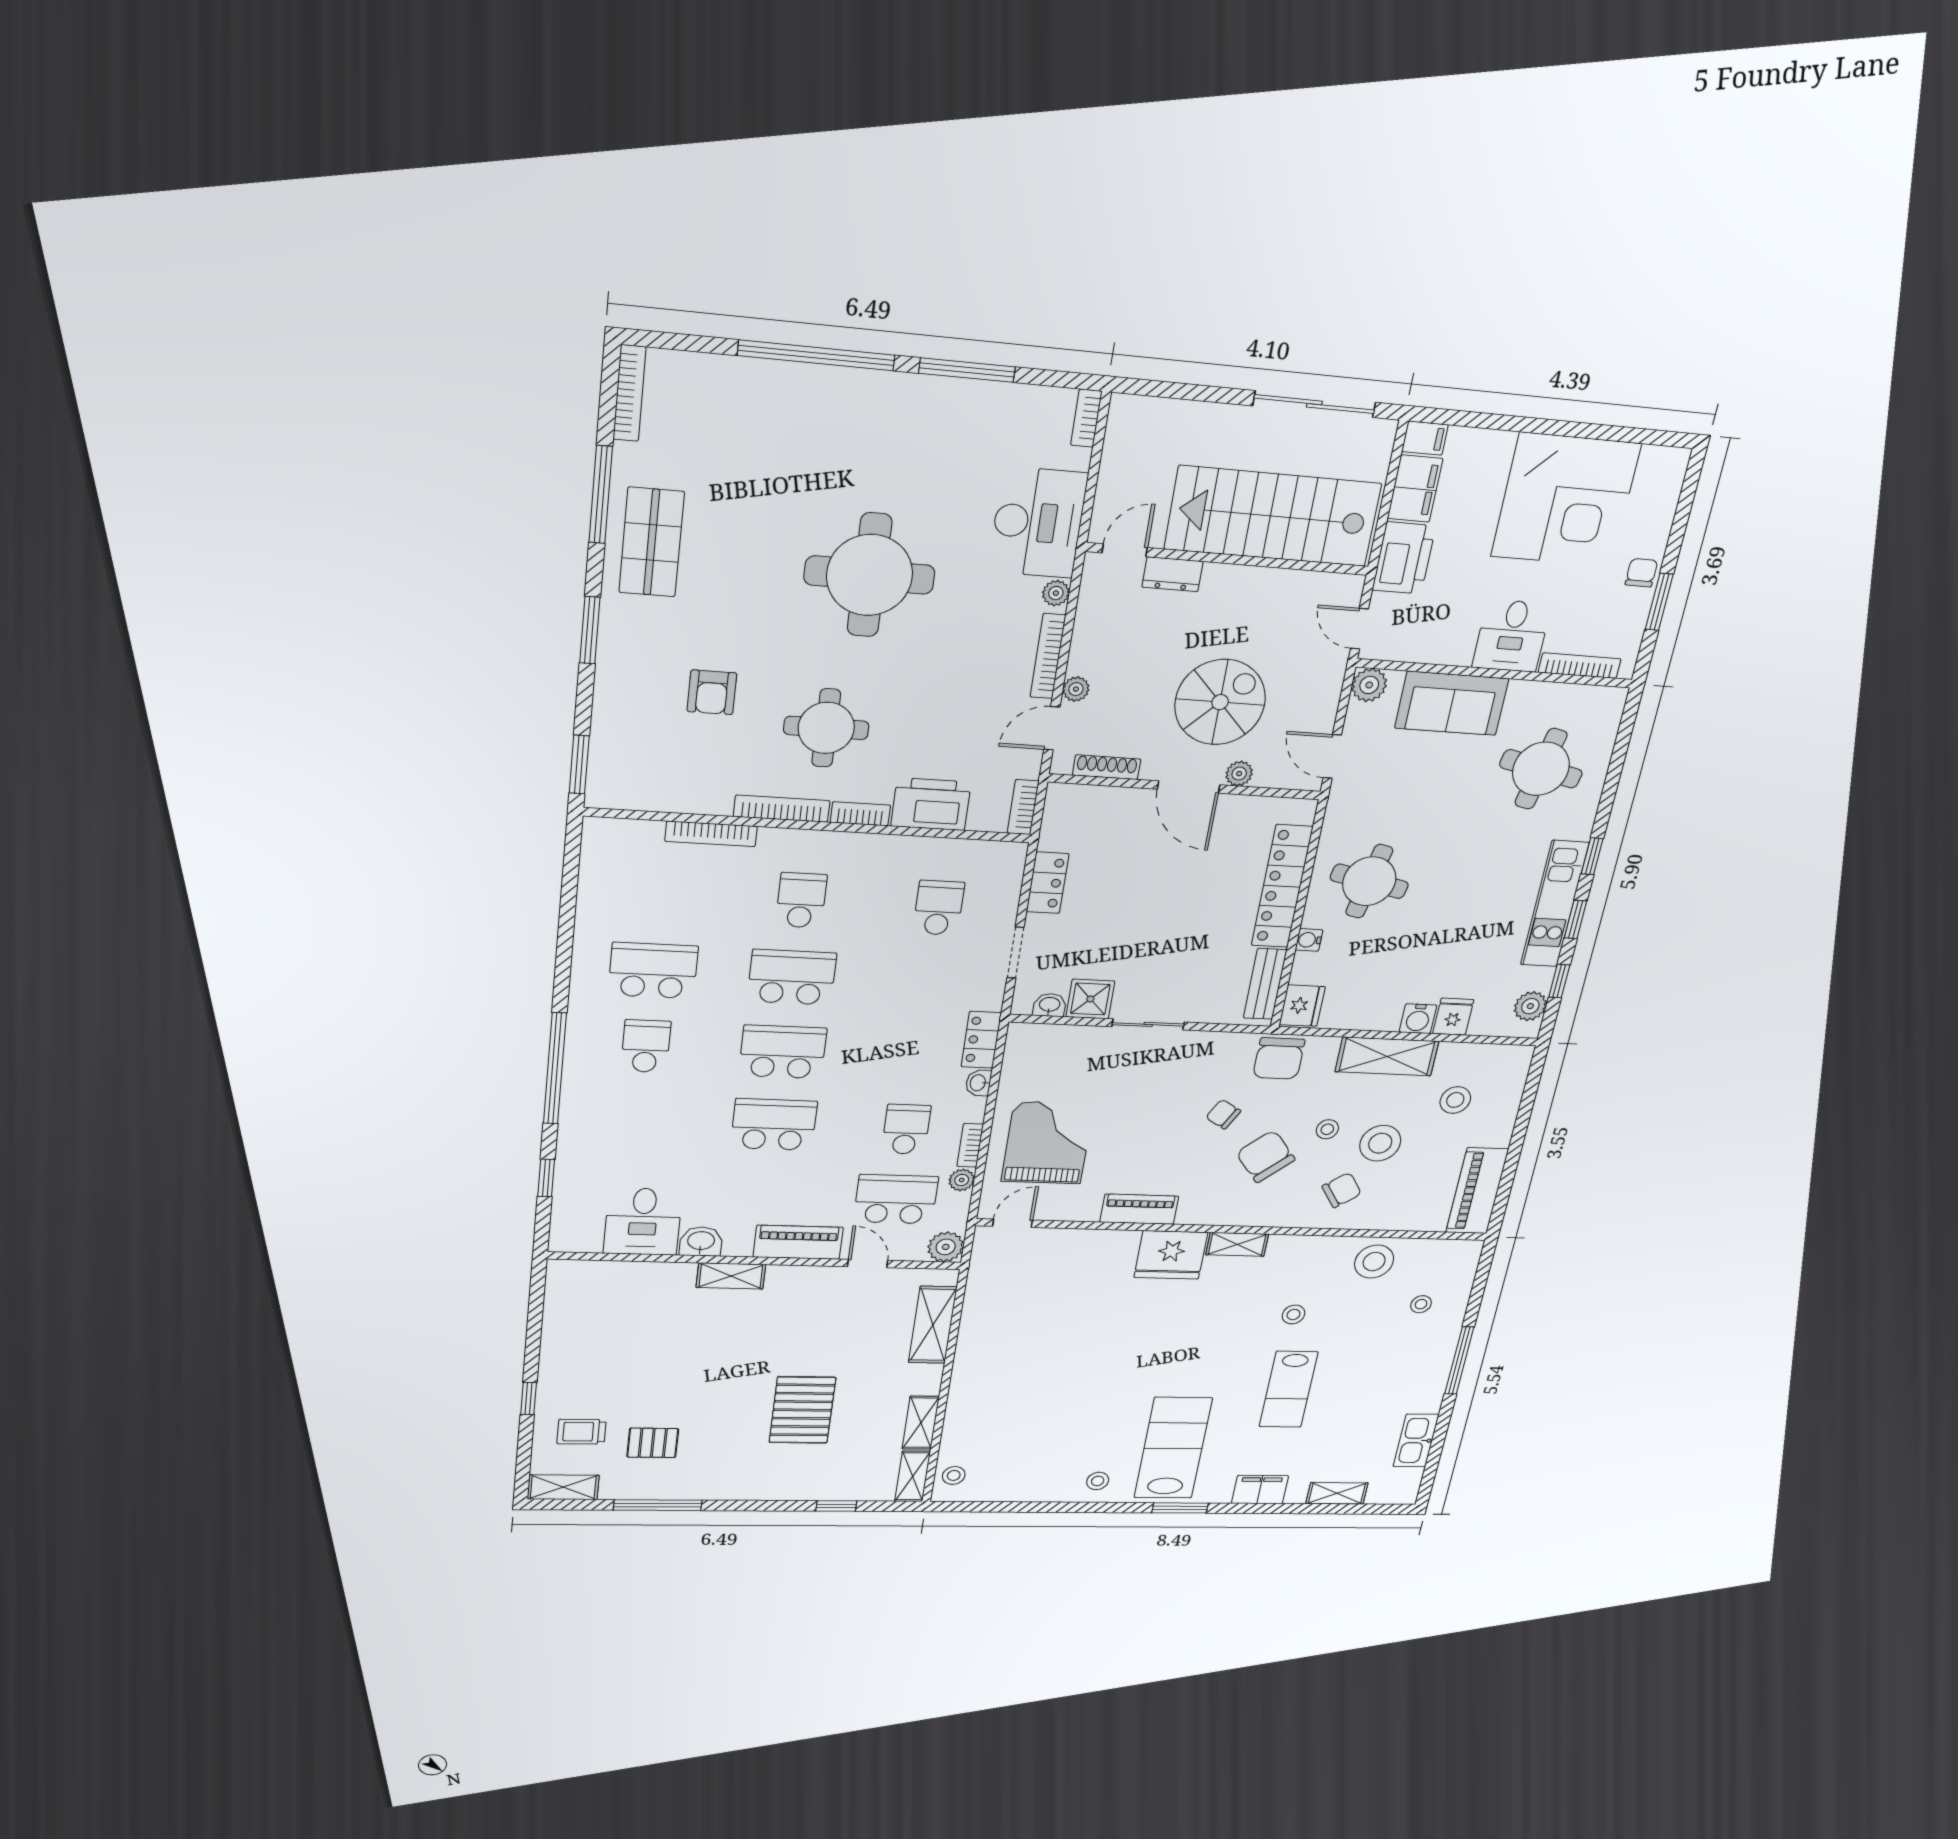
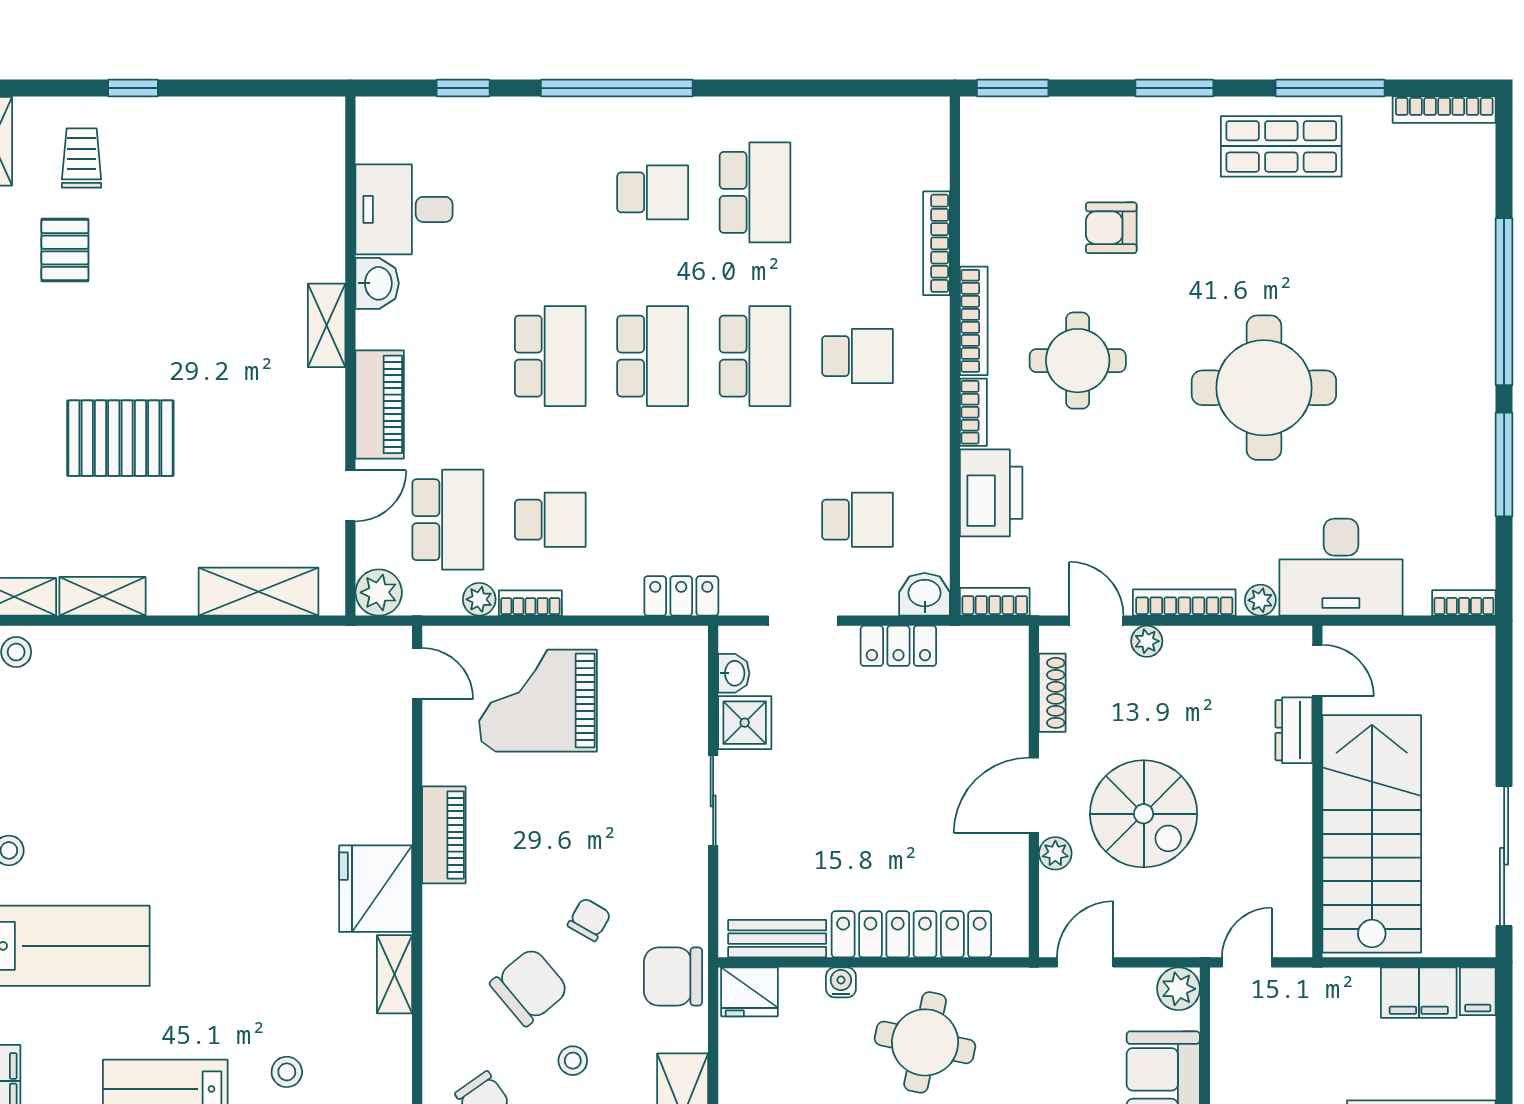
printer: (1404, 558) -> (1336, 997), removed
washbasin: (978, 1083) -> (925, 594), moved, width x1.38, depth x1.45
grand piano: (1048, 1143) -> (538, 701), turned 180

